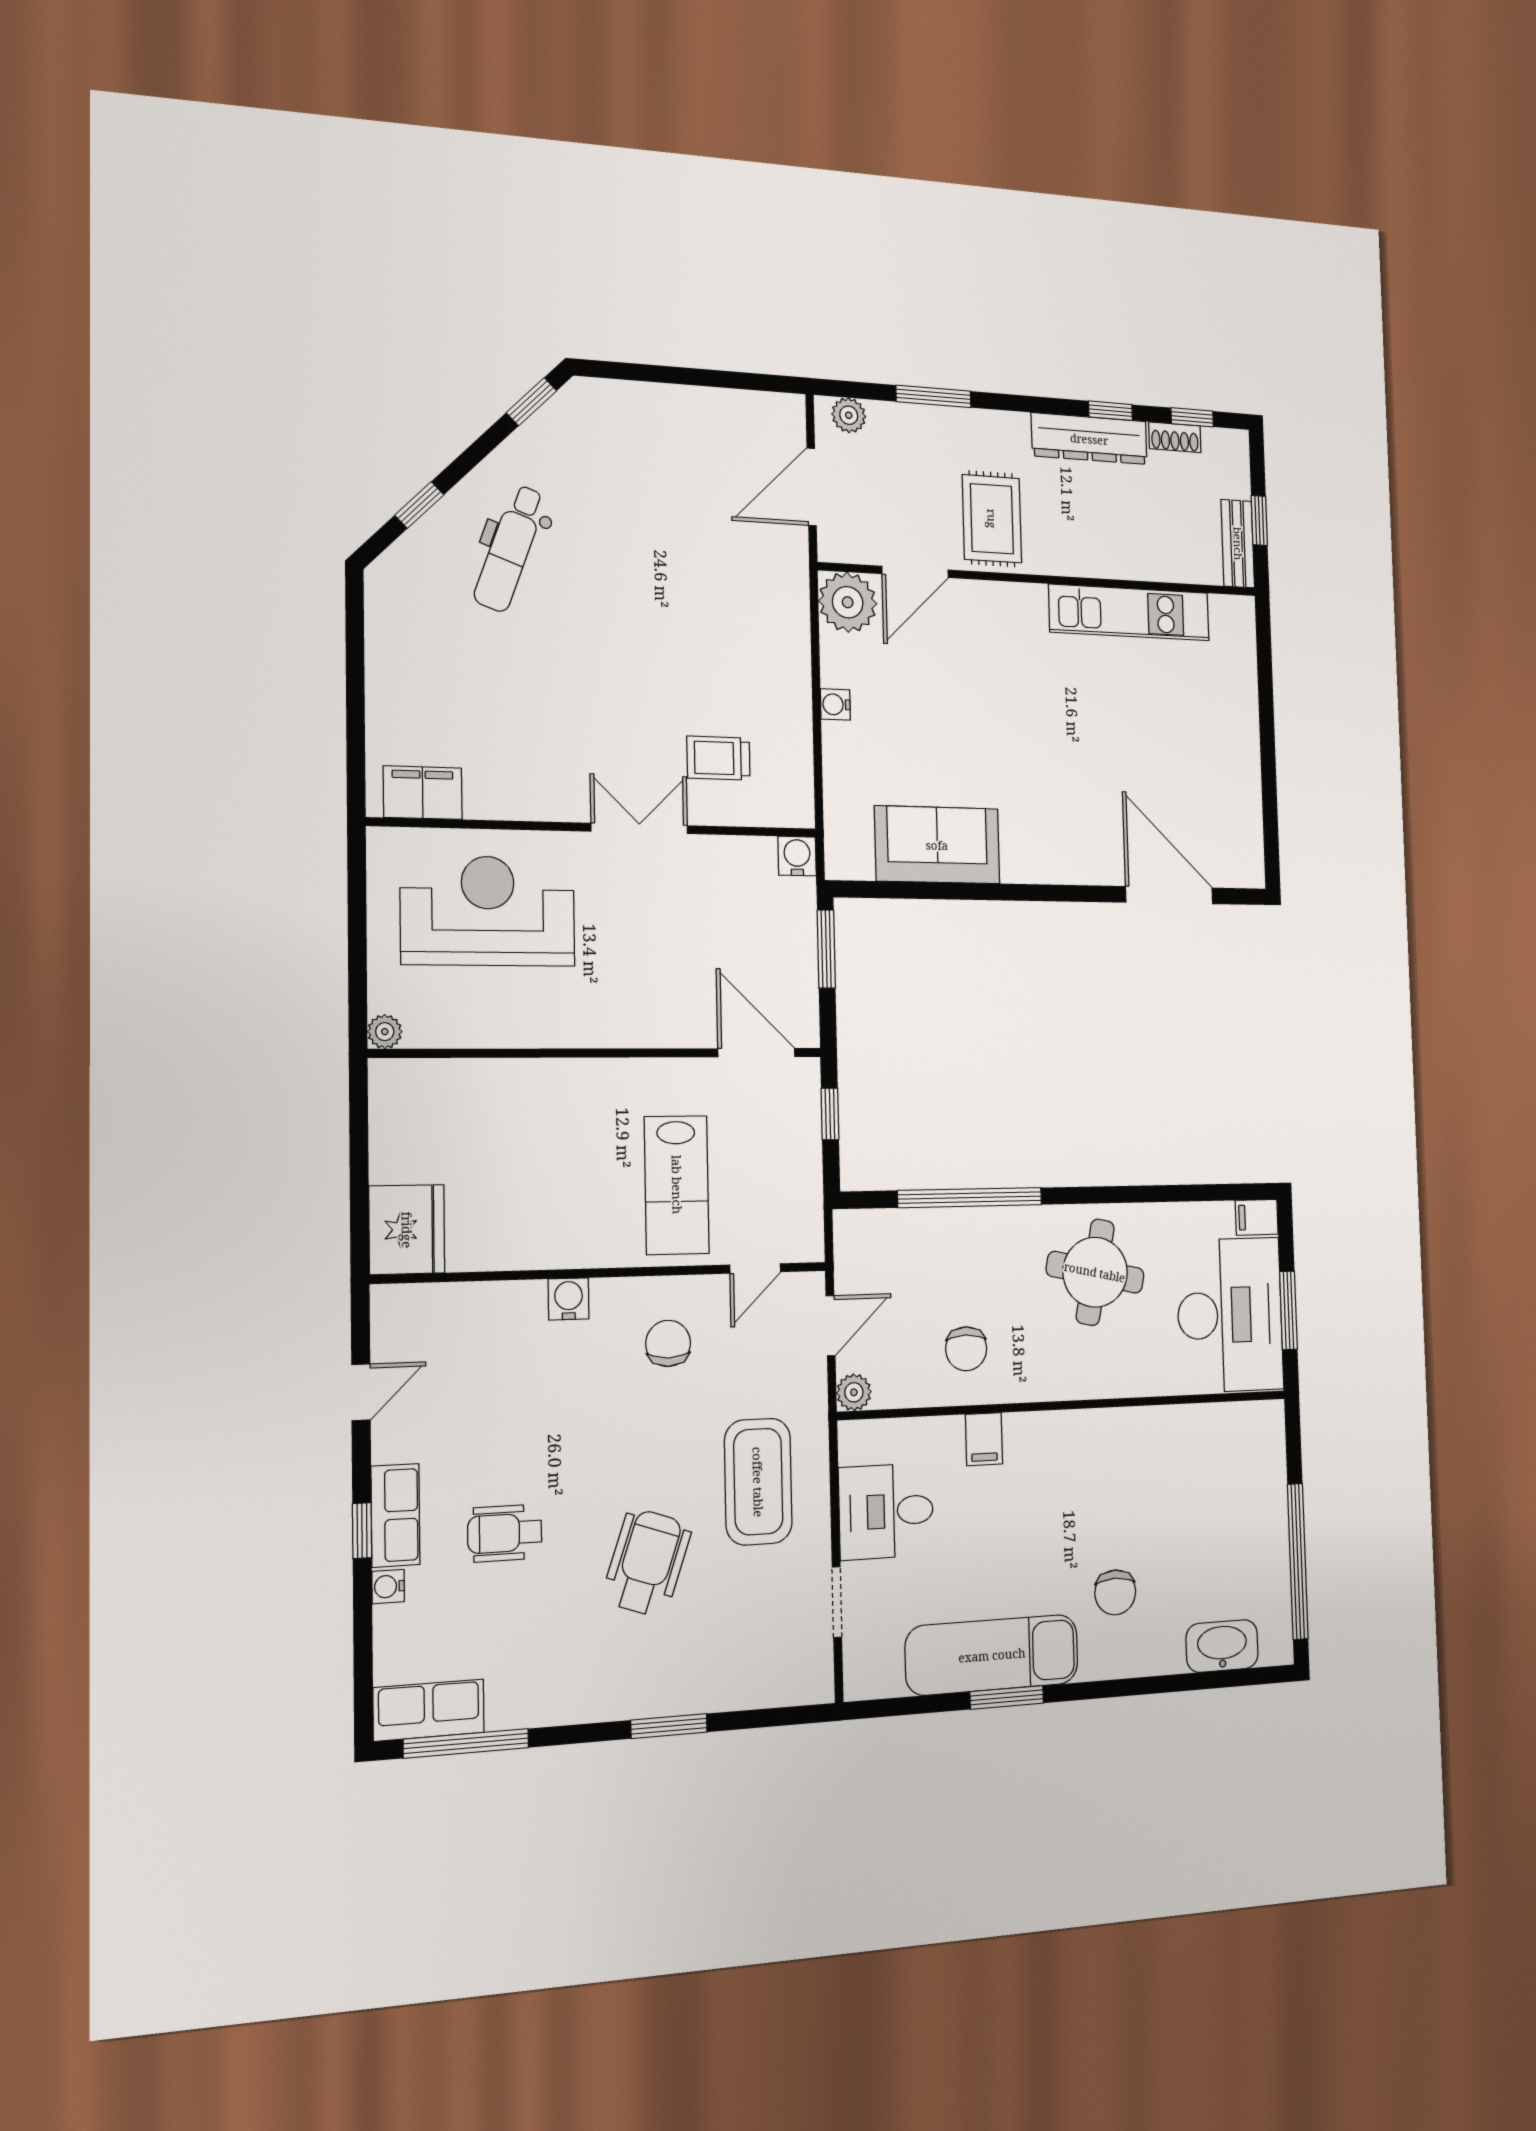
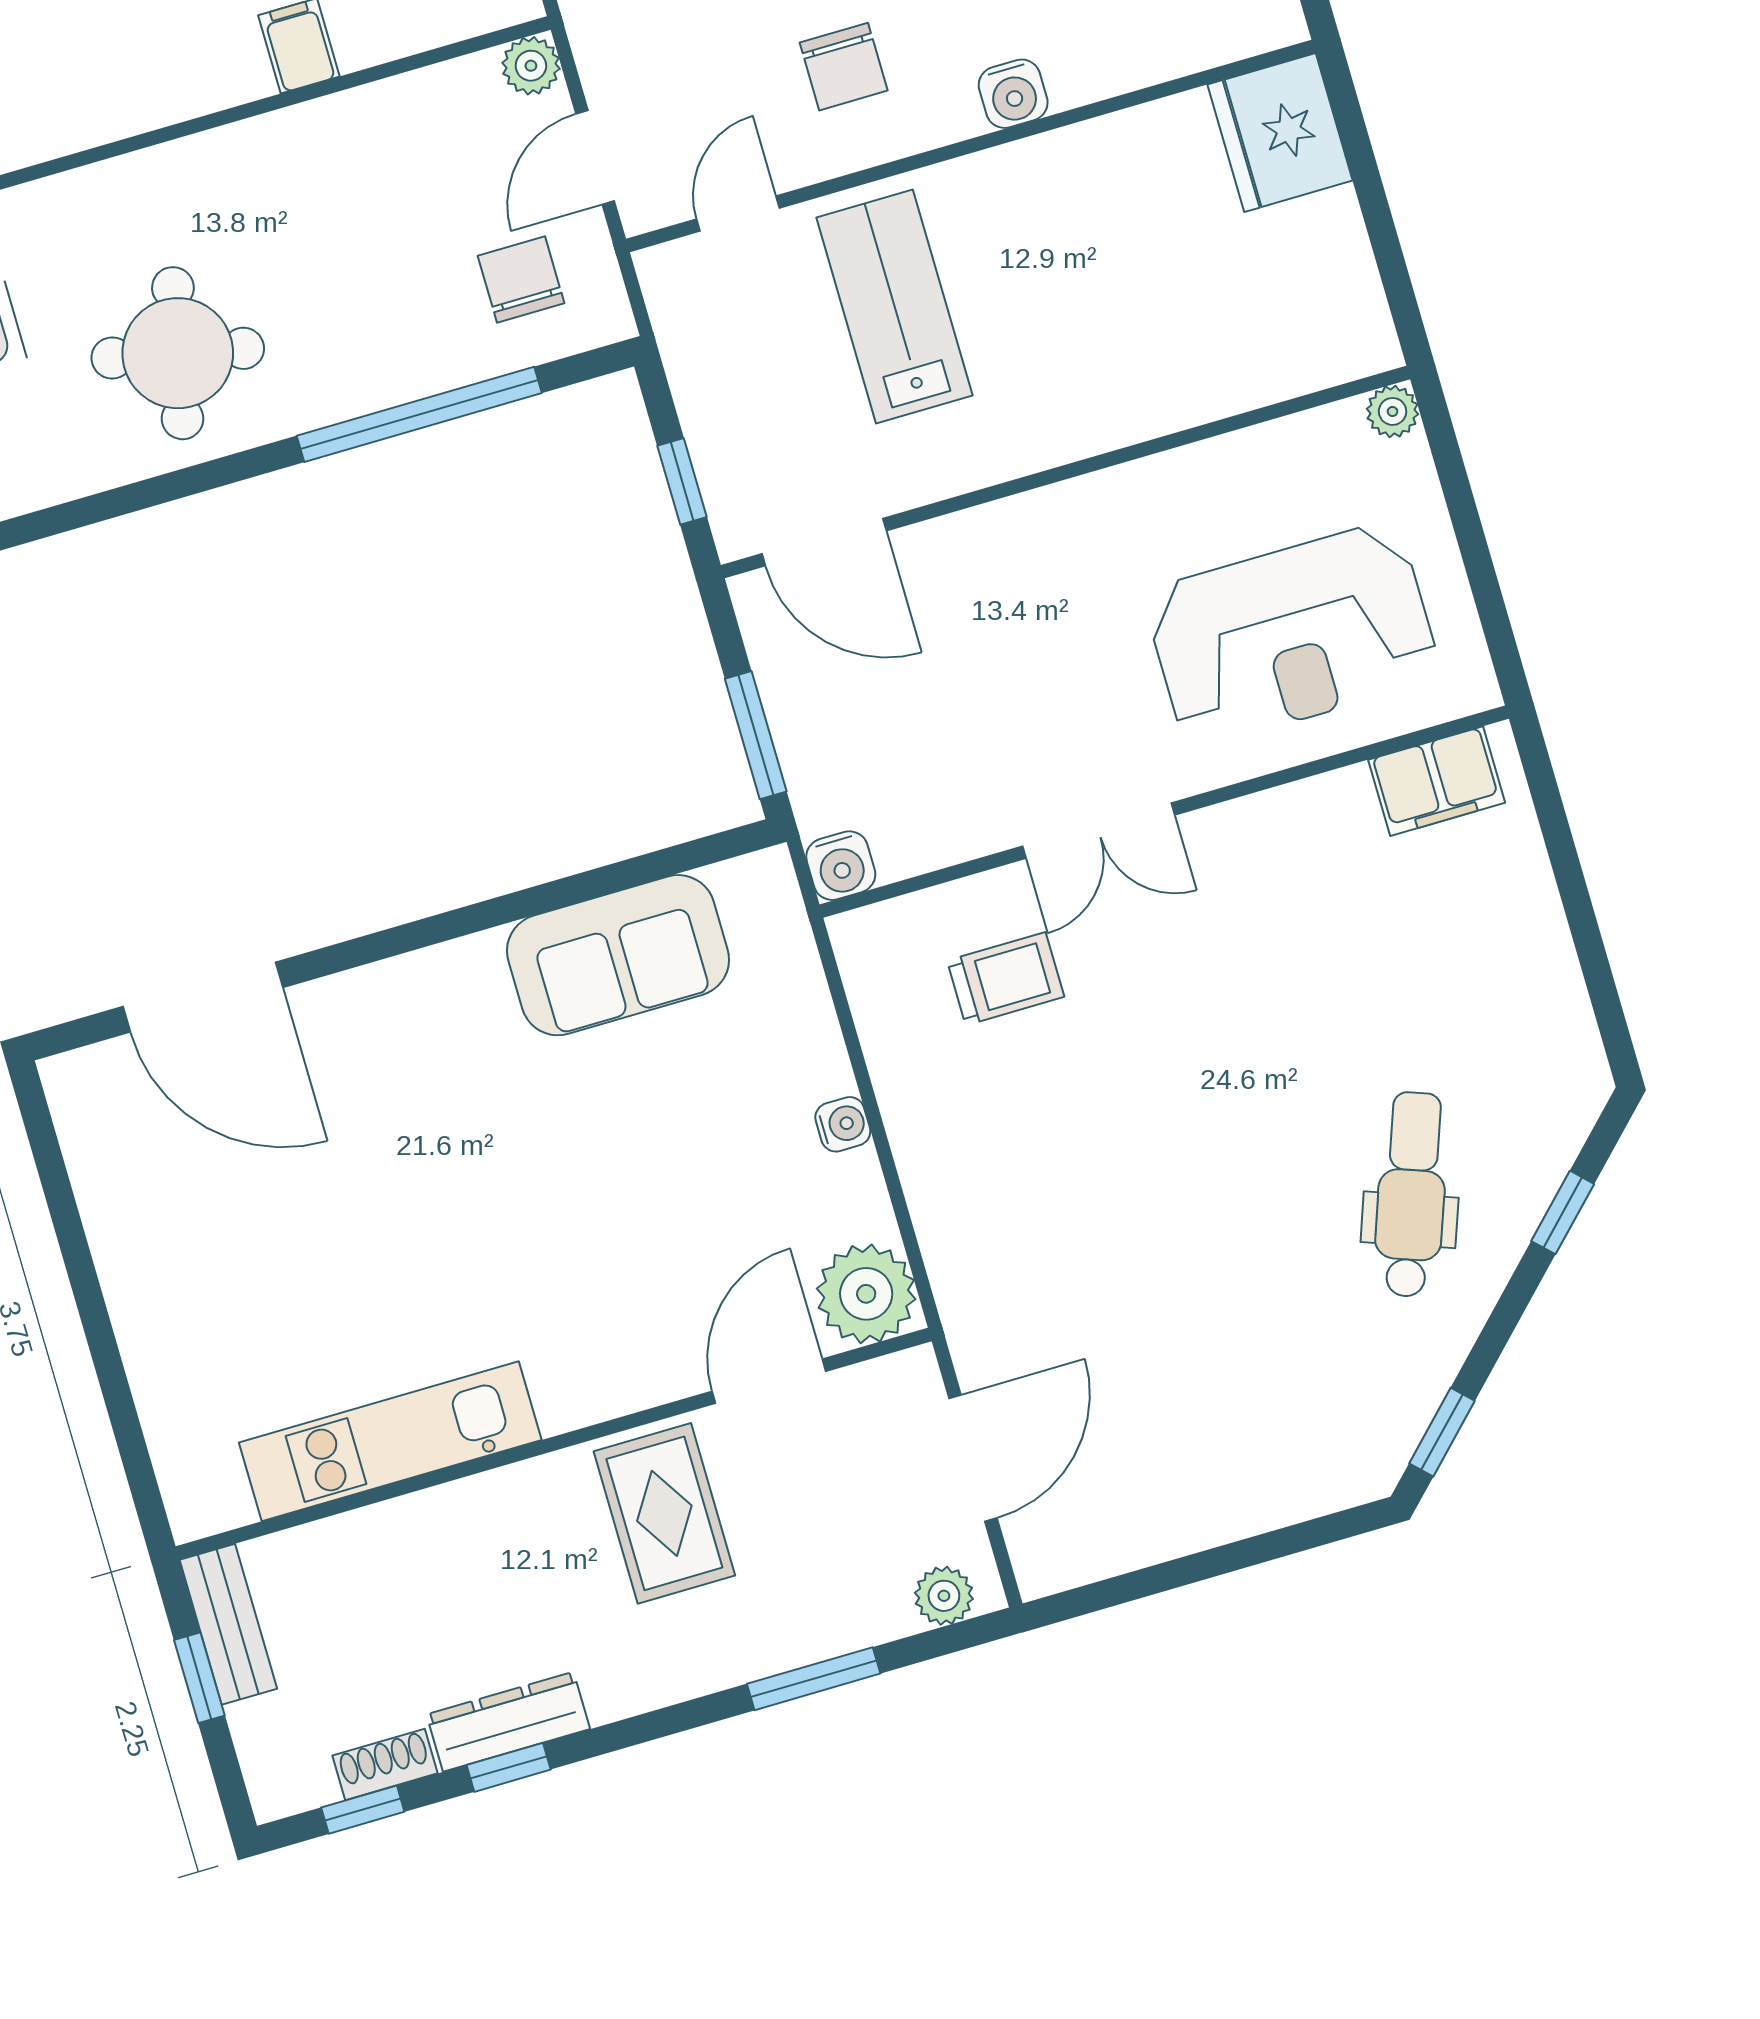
dresser: (1089, 439) -> (508, 1722), width x0.73, depth x0.80
chair: (966, 1349) -> (521, 280), moved

